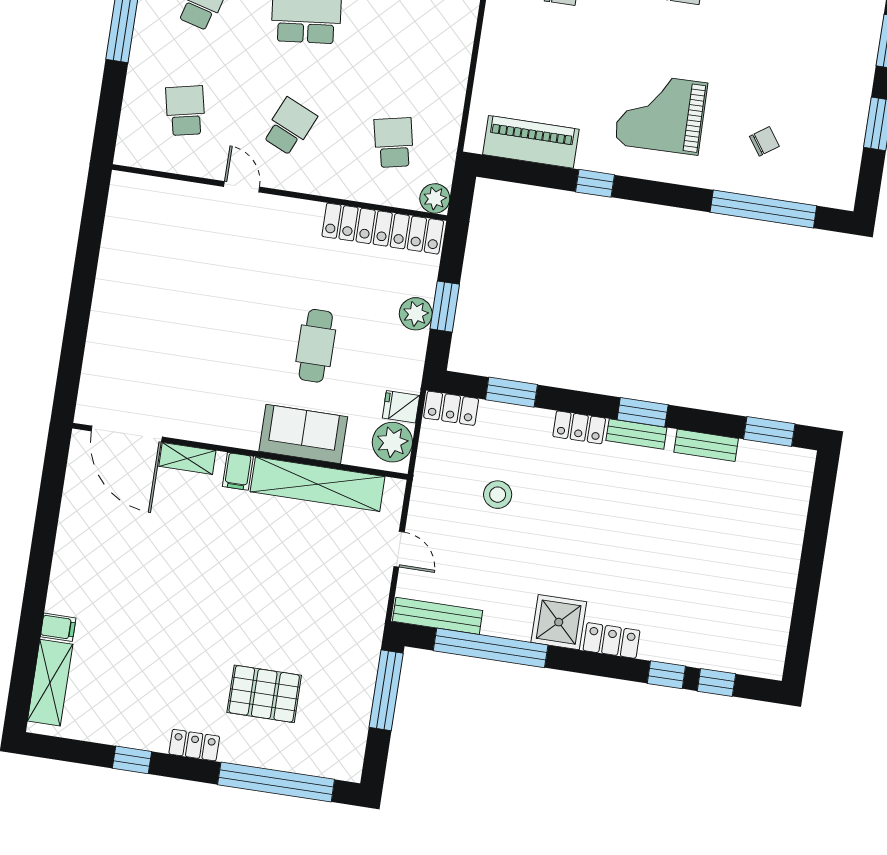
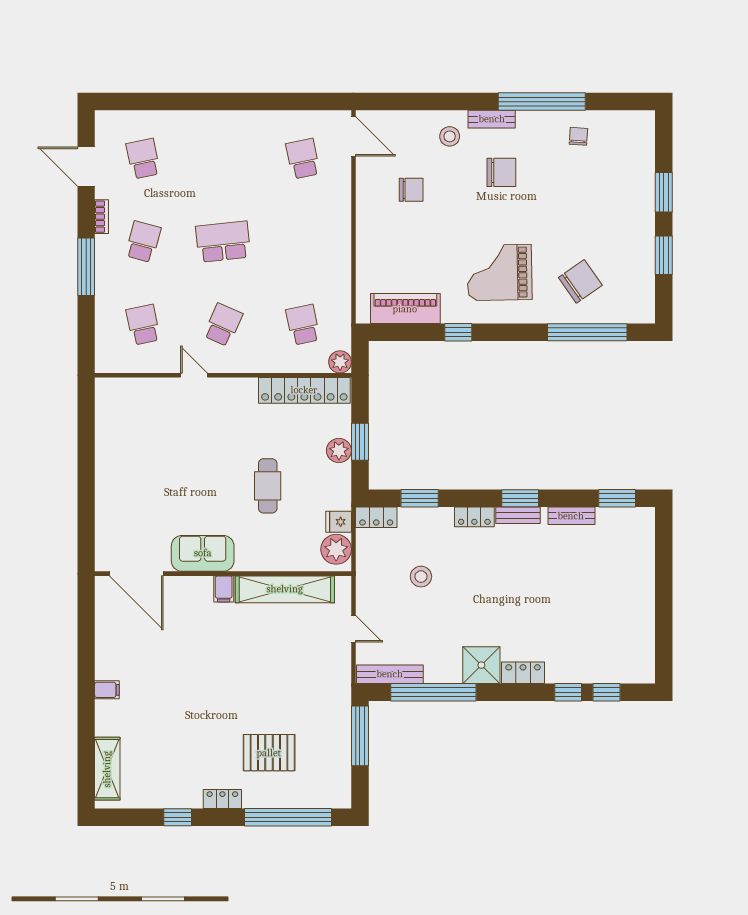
chair: (764, 141) -> (580, 281), width x1.87, depth x1.87
sofa: (303, 434) -> (203, 553), moved
shelving: (187, 458) -> (184, 585), removed
filing cabinet: (58, 627) -> (107, 690), moved

